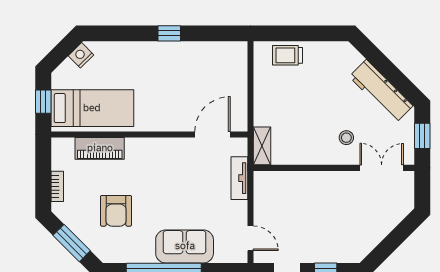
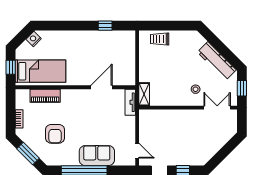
window: (169, 33) -> (105, 26), moved
door: (213, 134) -> (101, 87), moved
tv unit: (239, 178) -> (130, 102), moved

